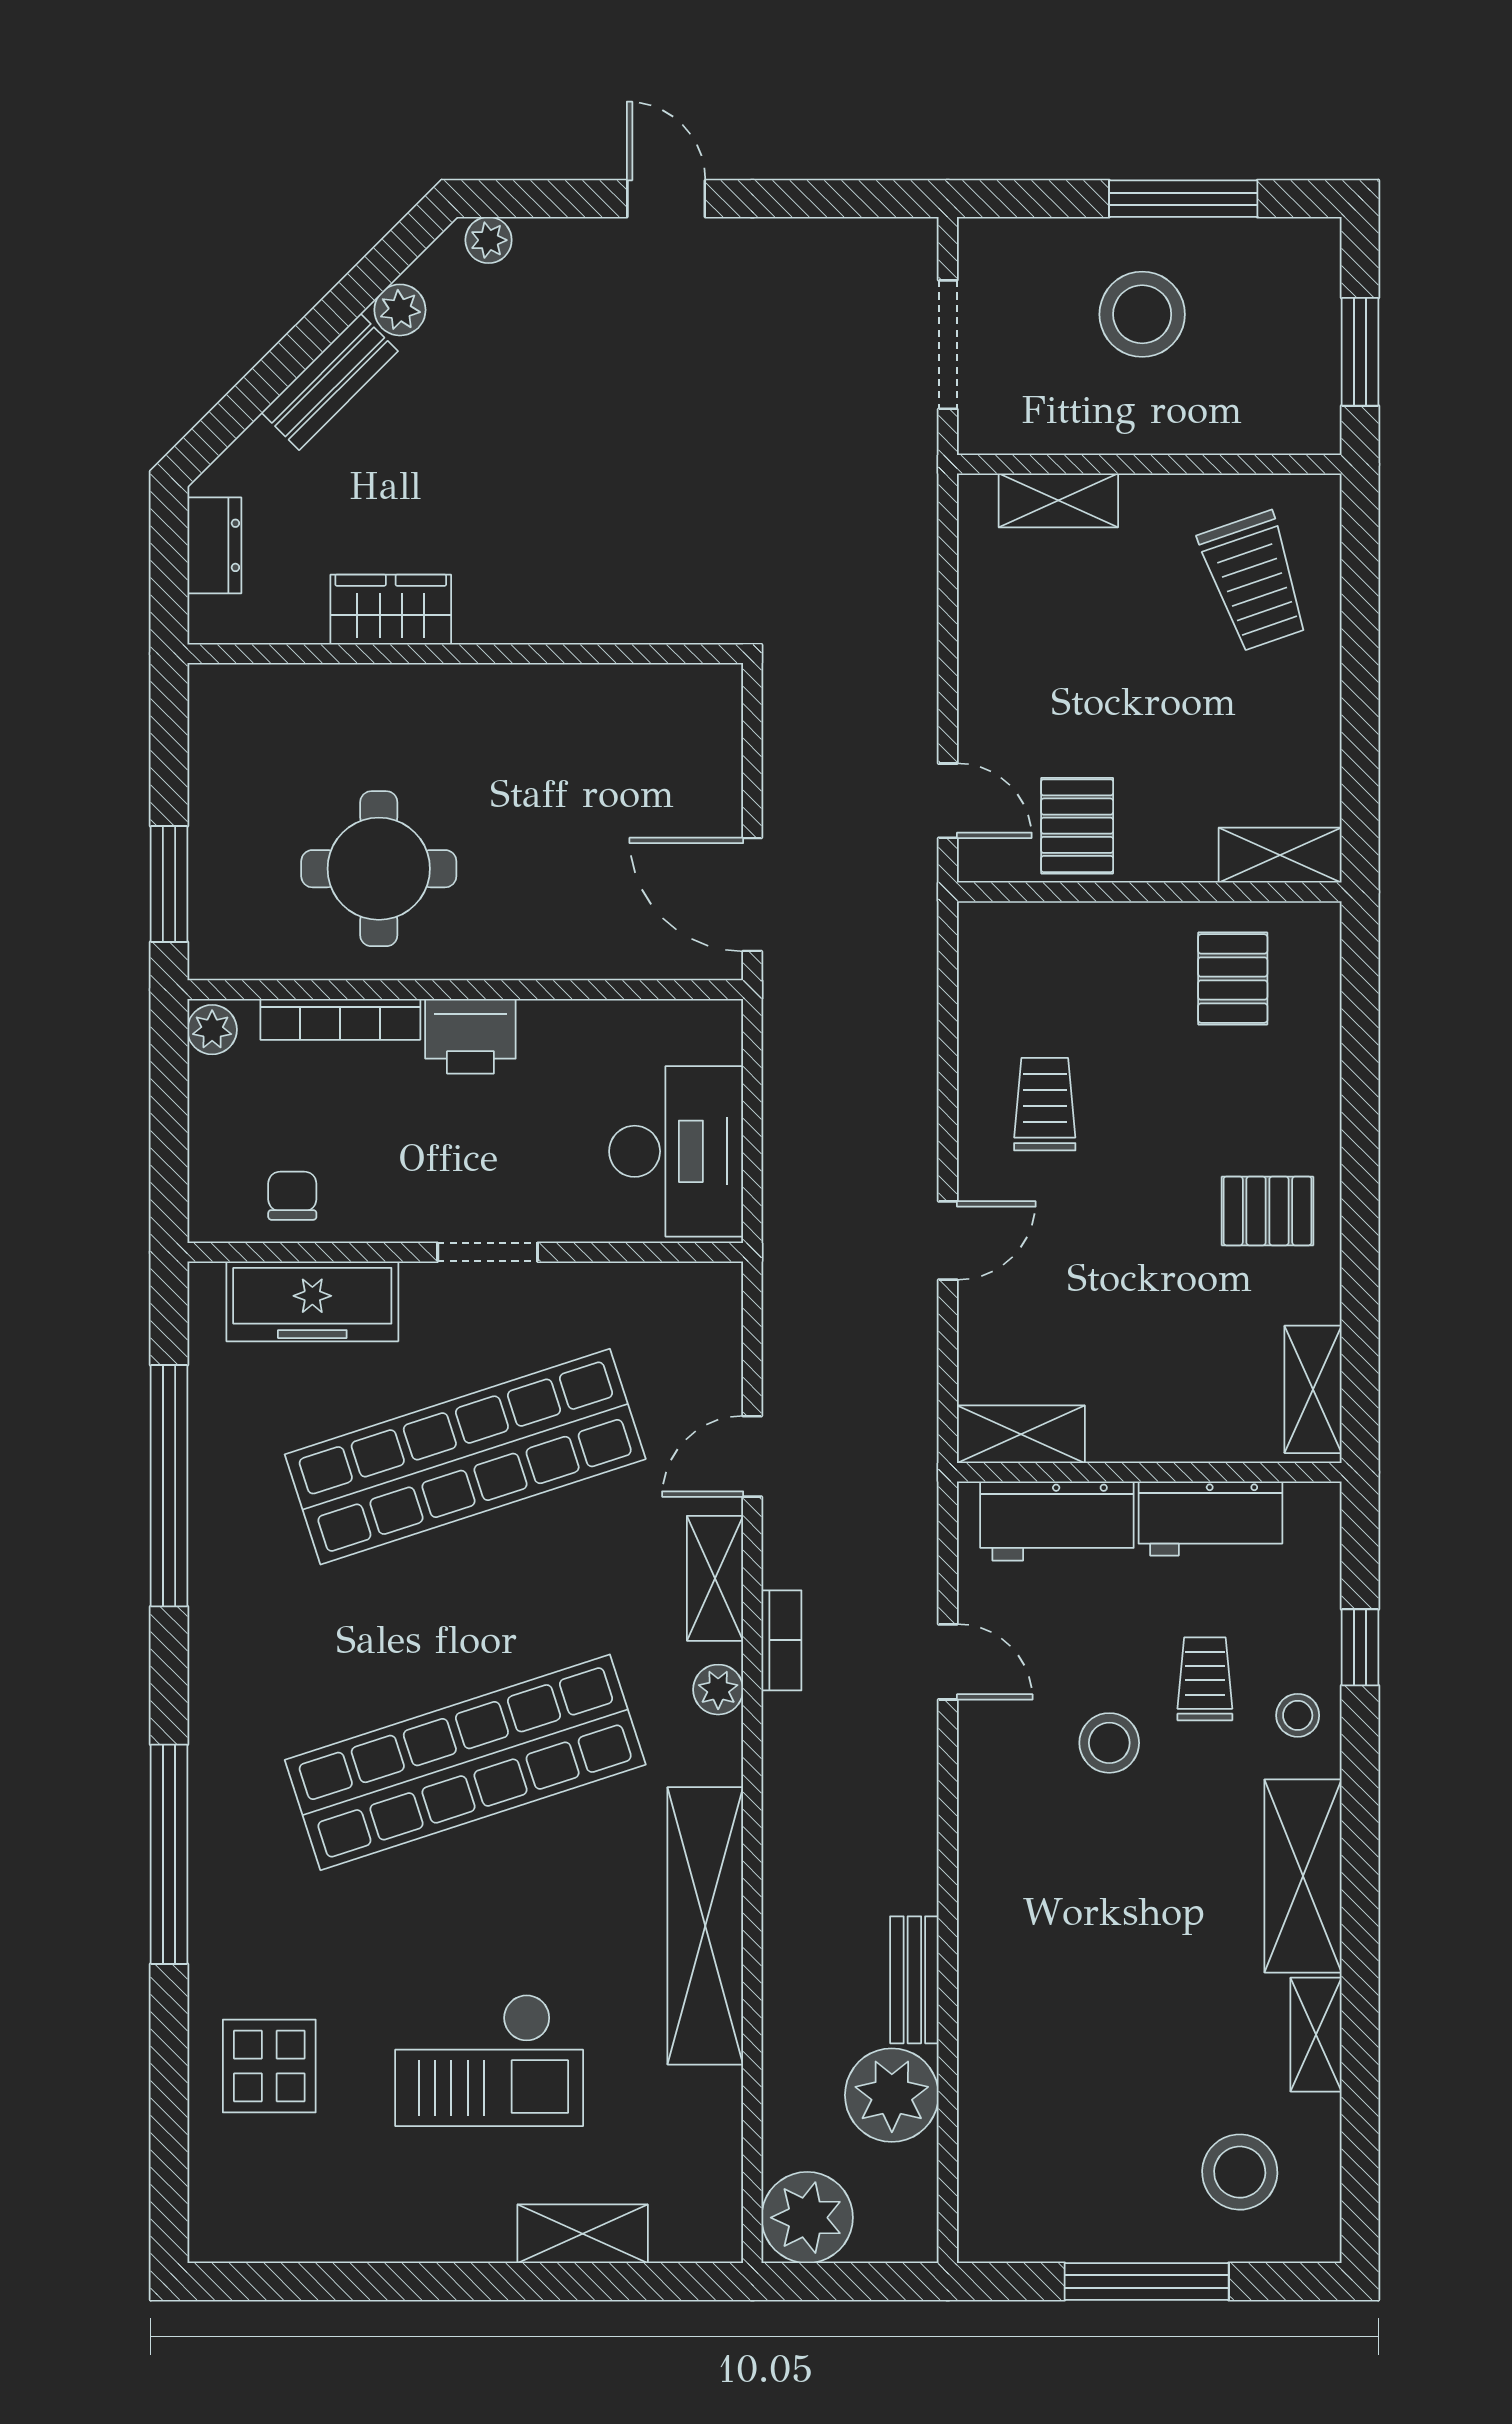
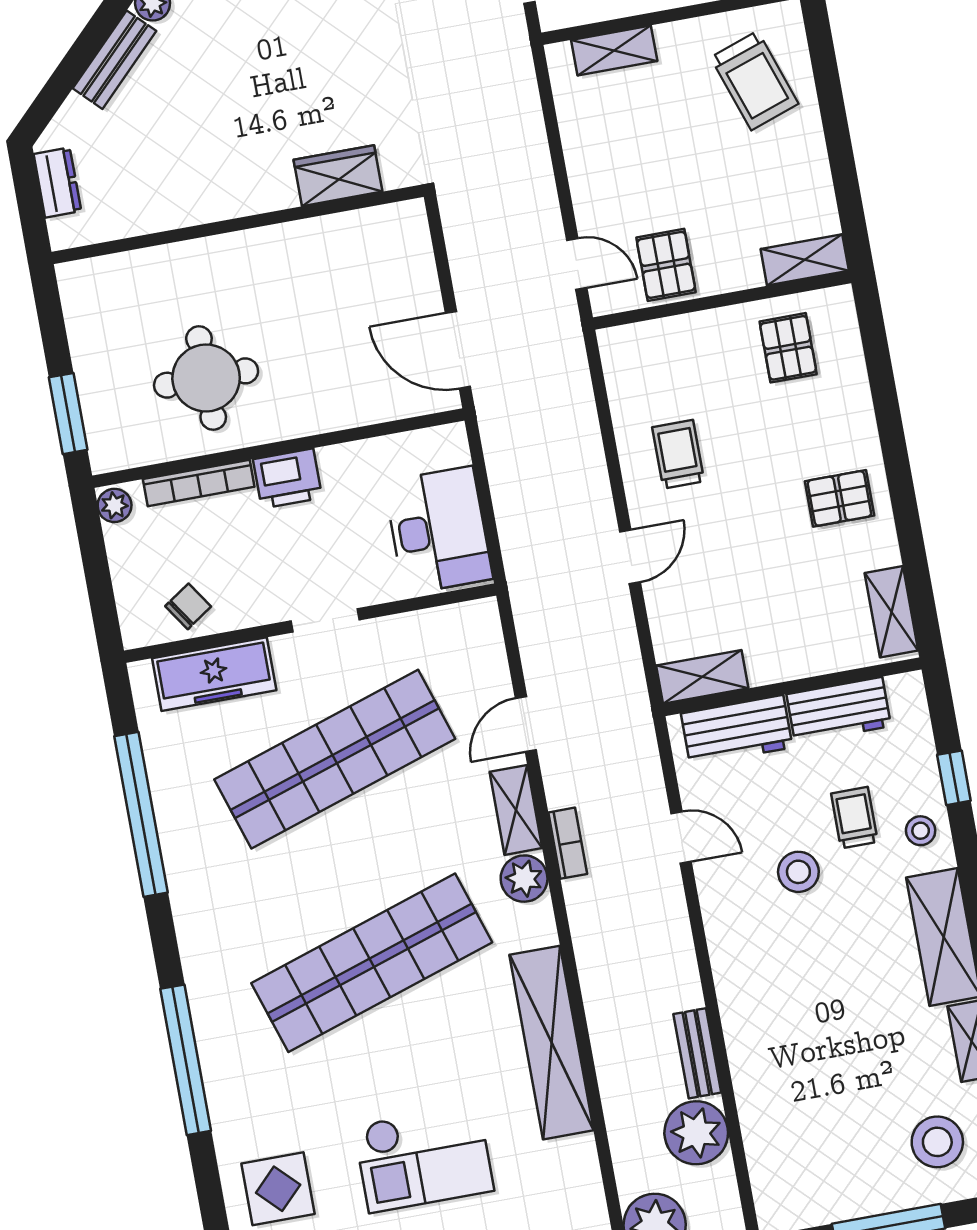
wardrobe: (391, 610) -> (338, 176), moved
chair: (292, 1196) -> (188, 606), turned 56
plant: (718, 1690) -> (524, 879), width x1.38, depth x1.38

